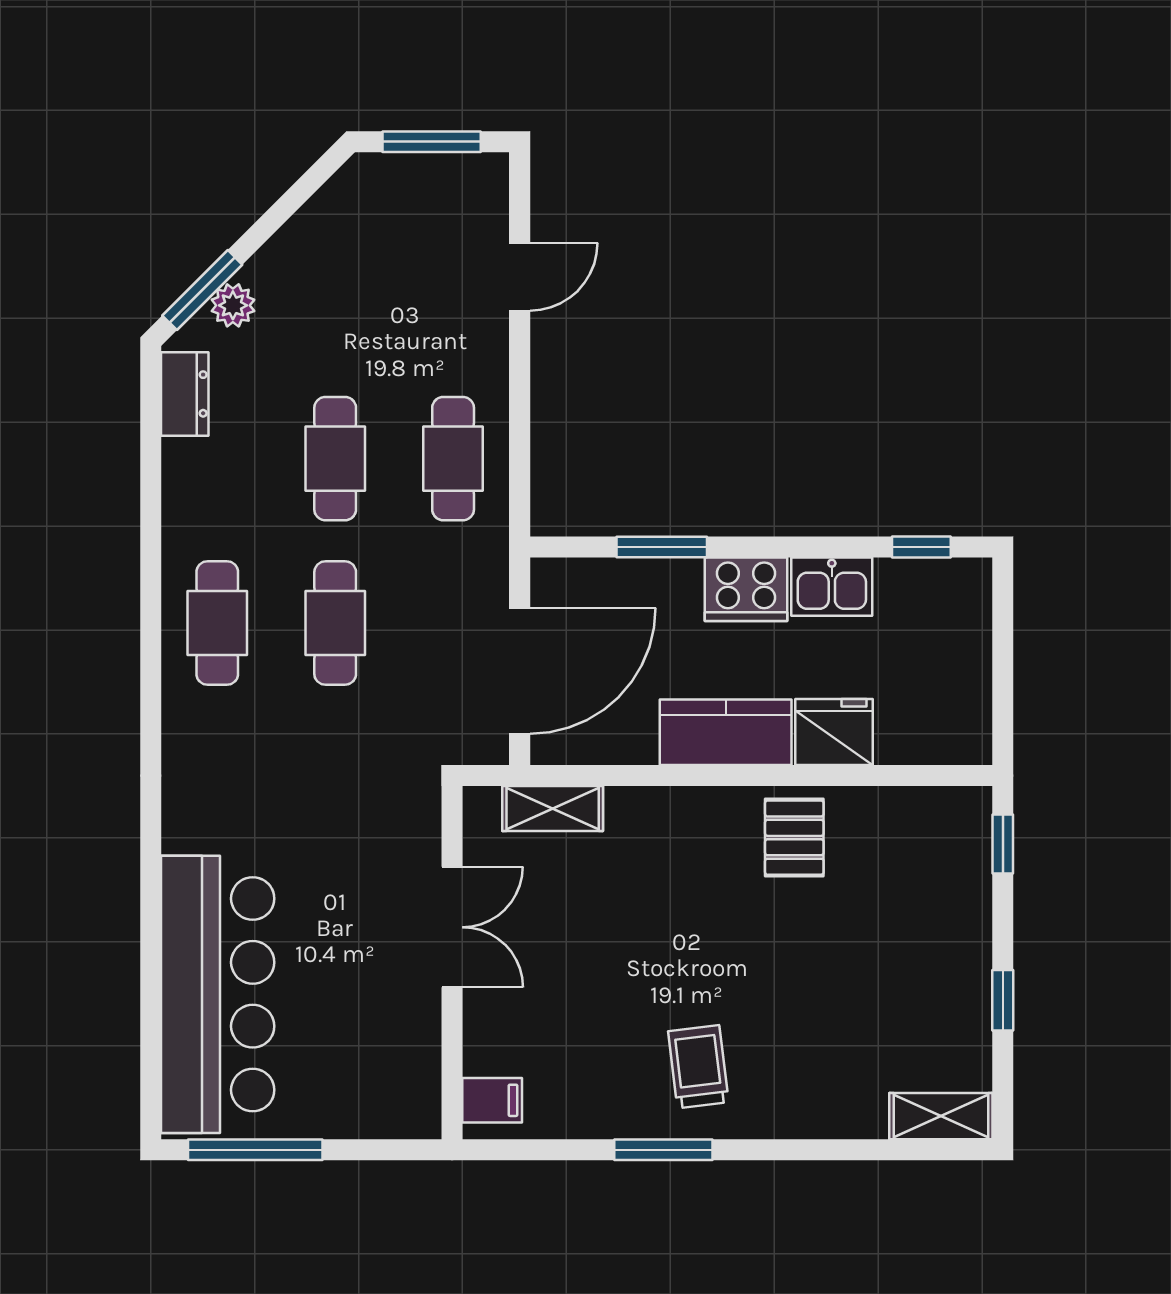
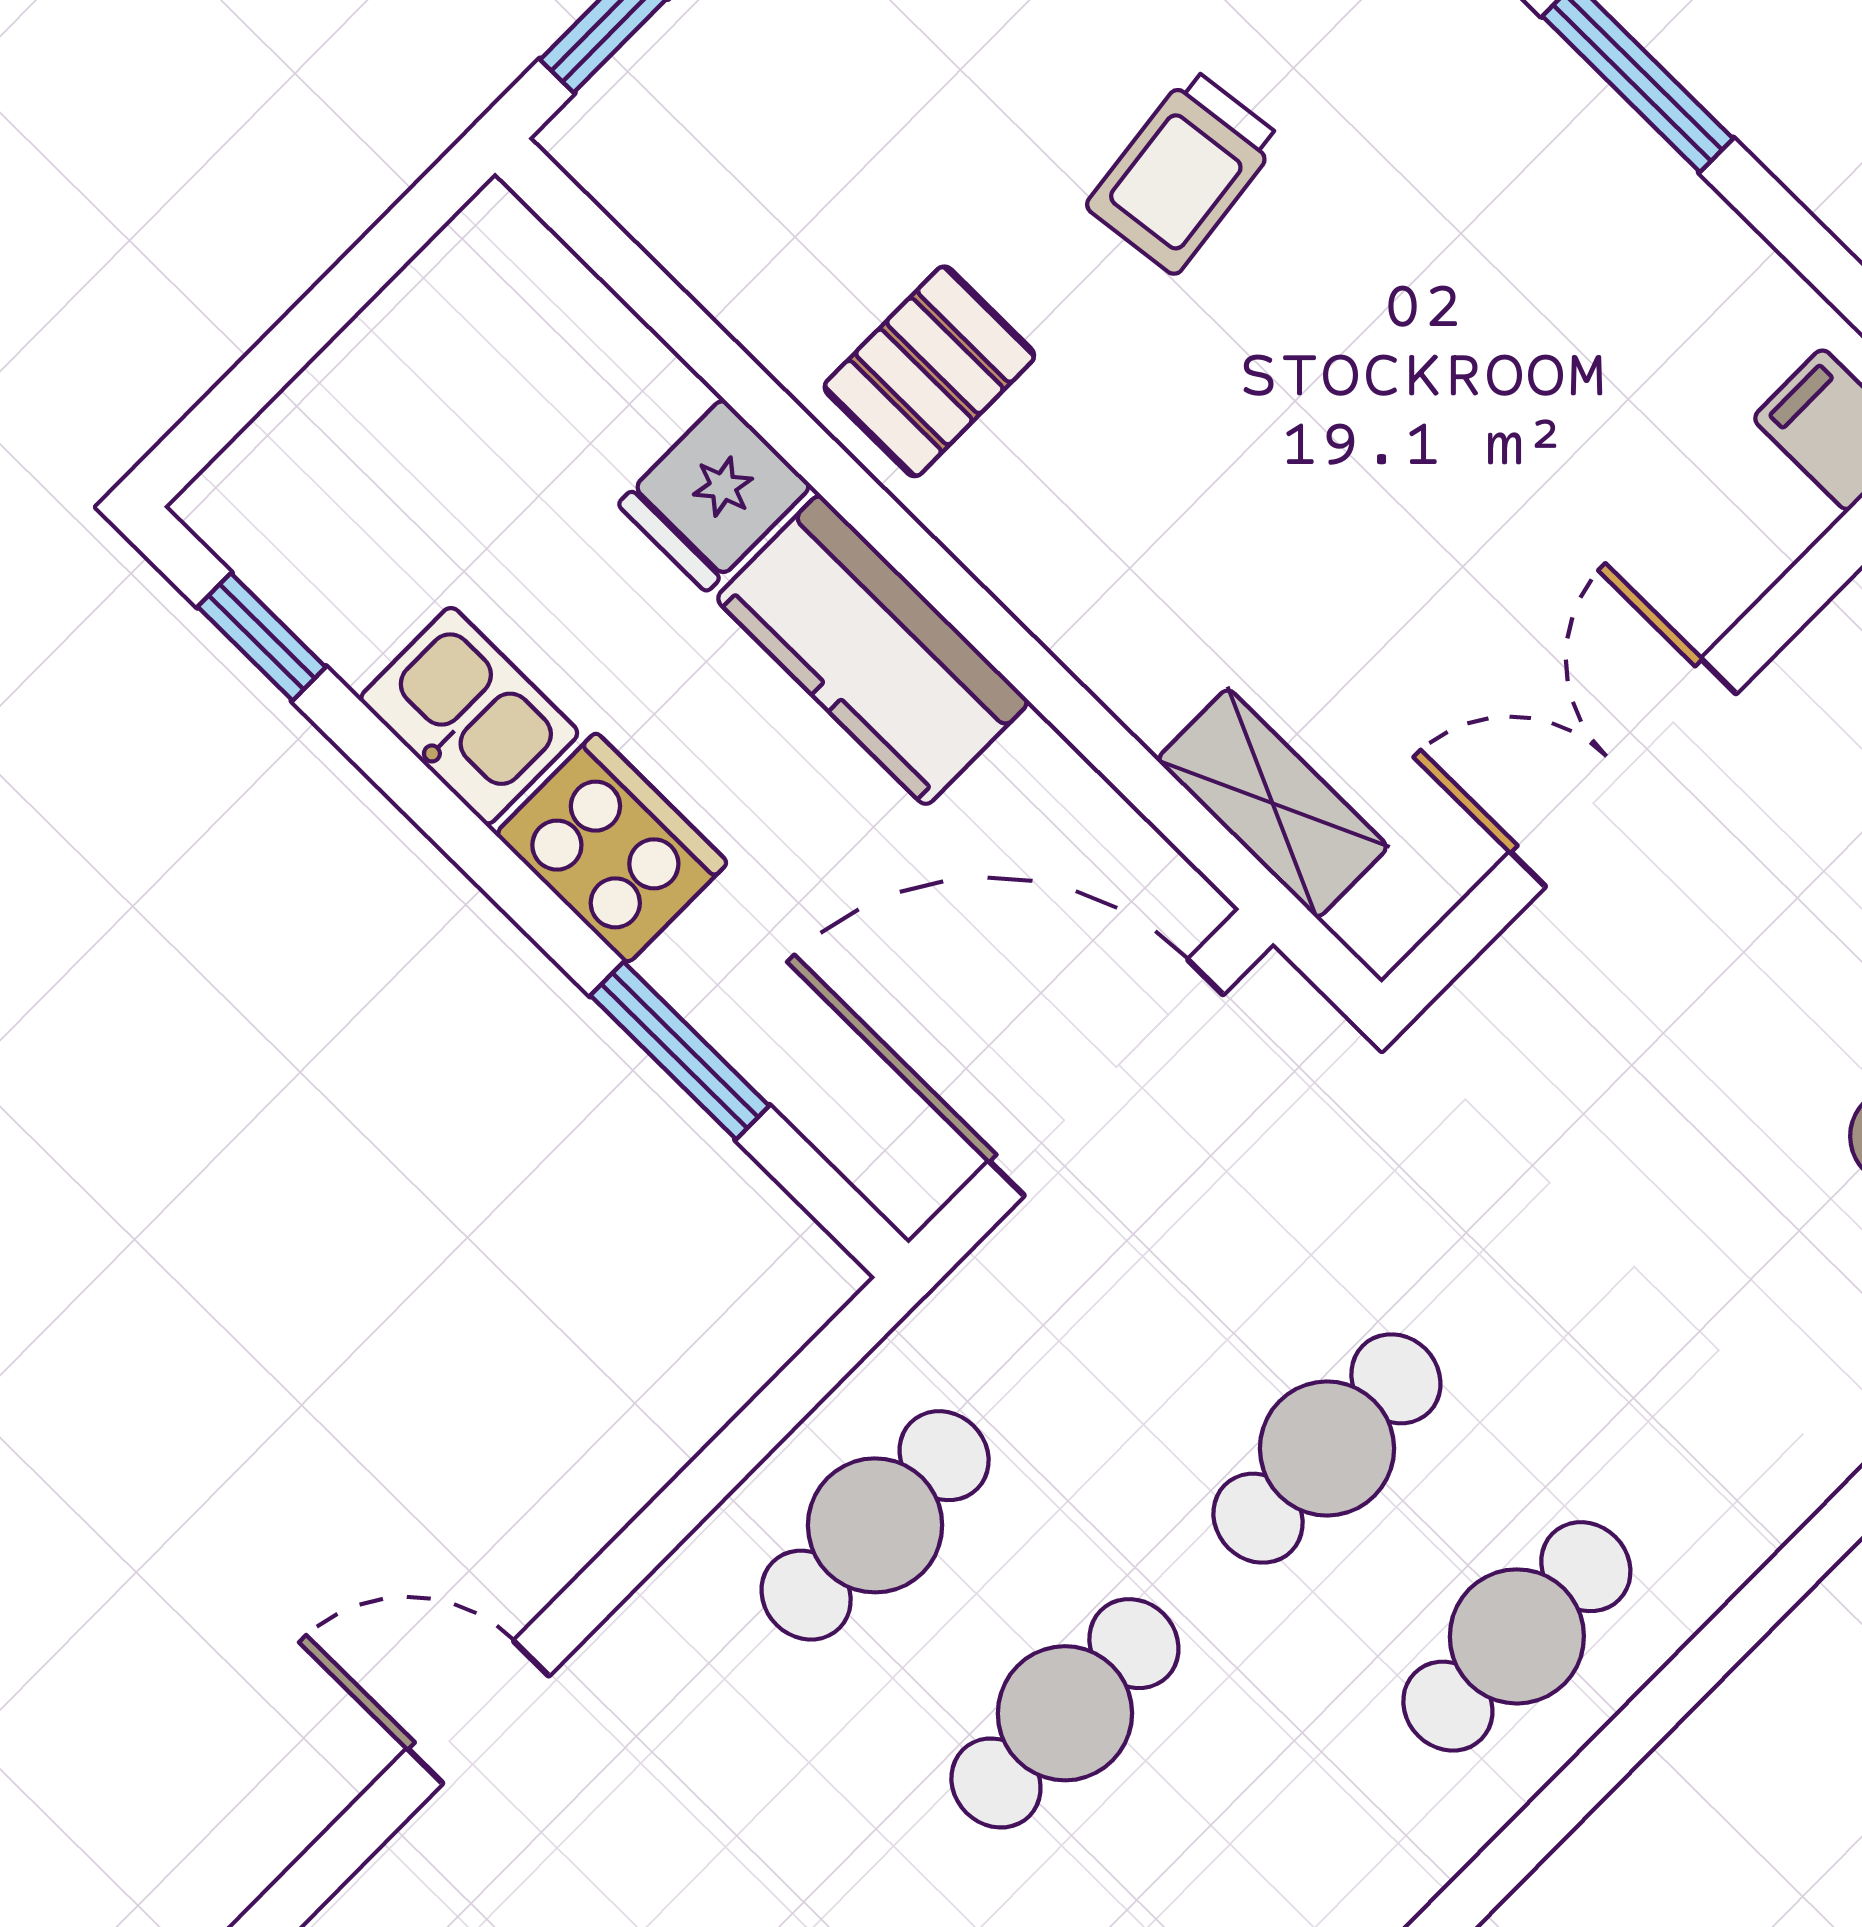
fridge: (834, 732) -> (714, 495), width x0.72
trolley: (698, 1067) -> (1183, 172), moved

